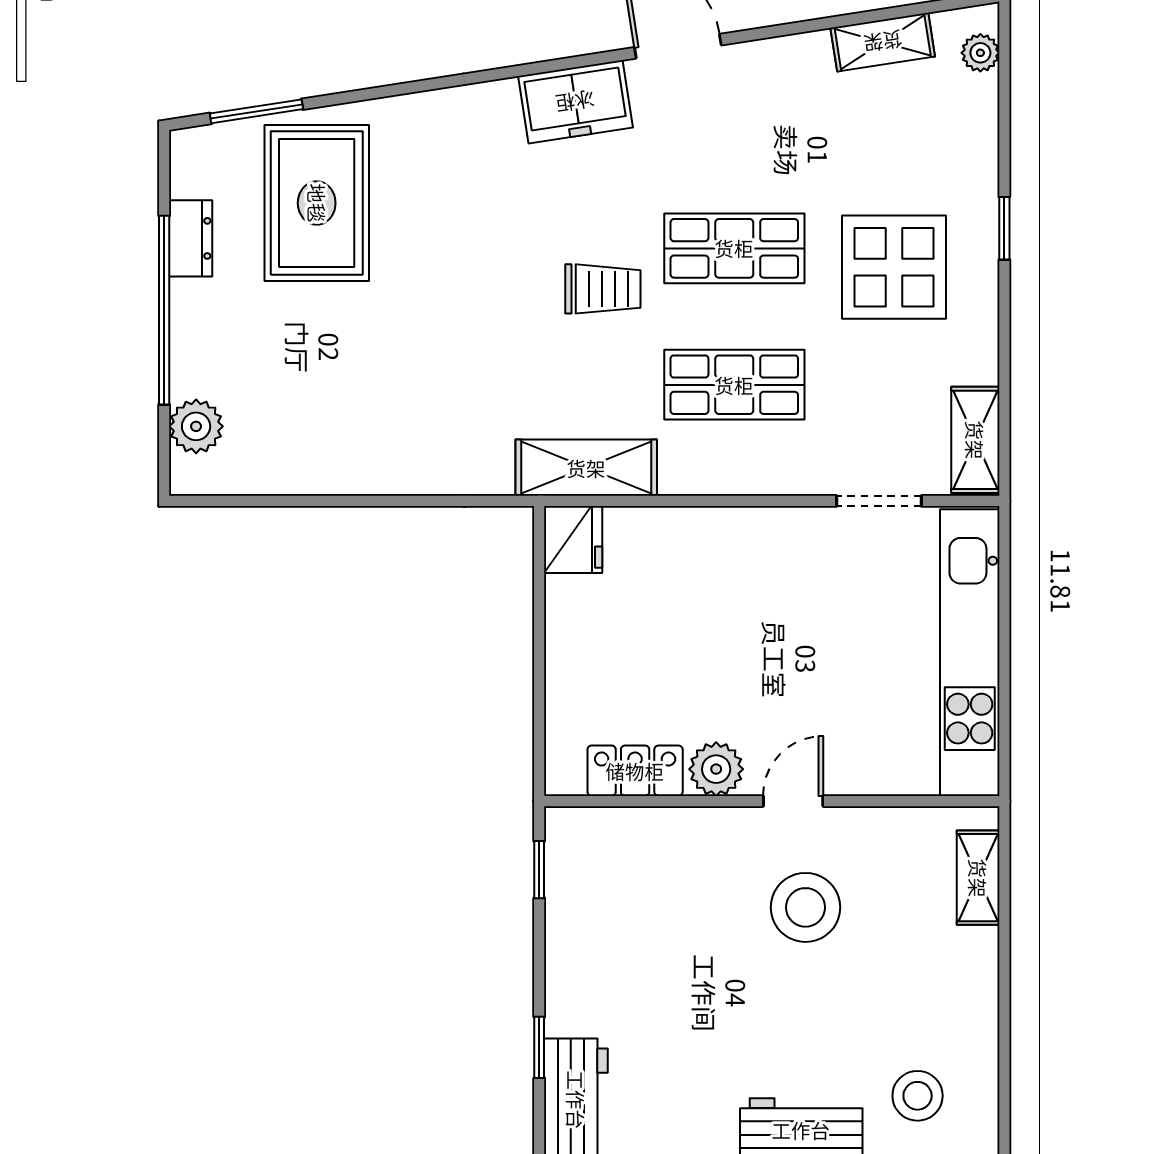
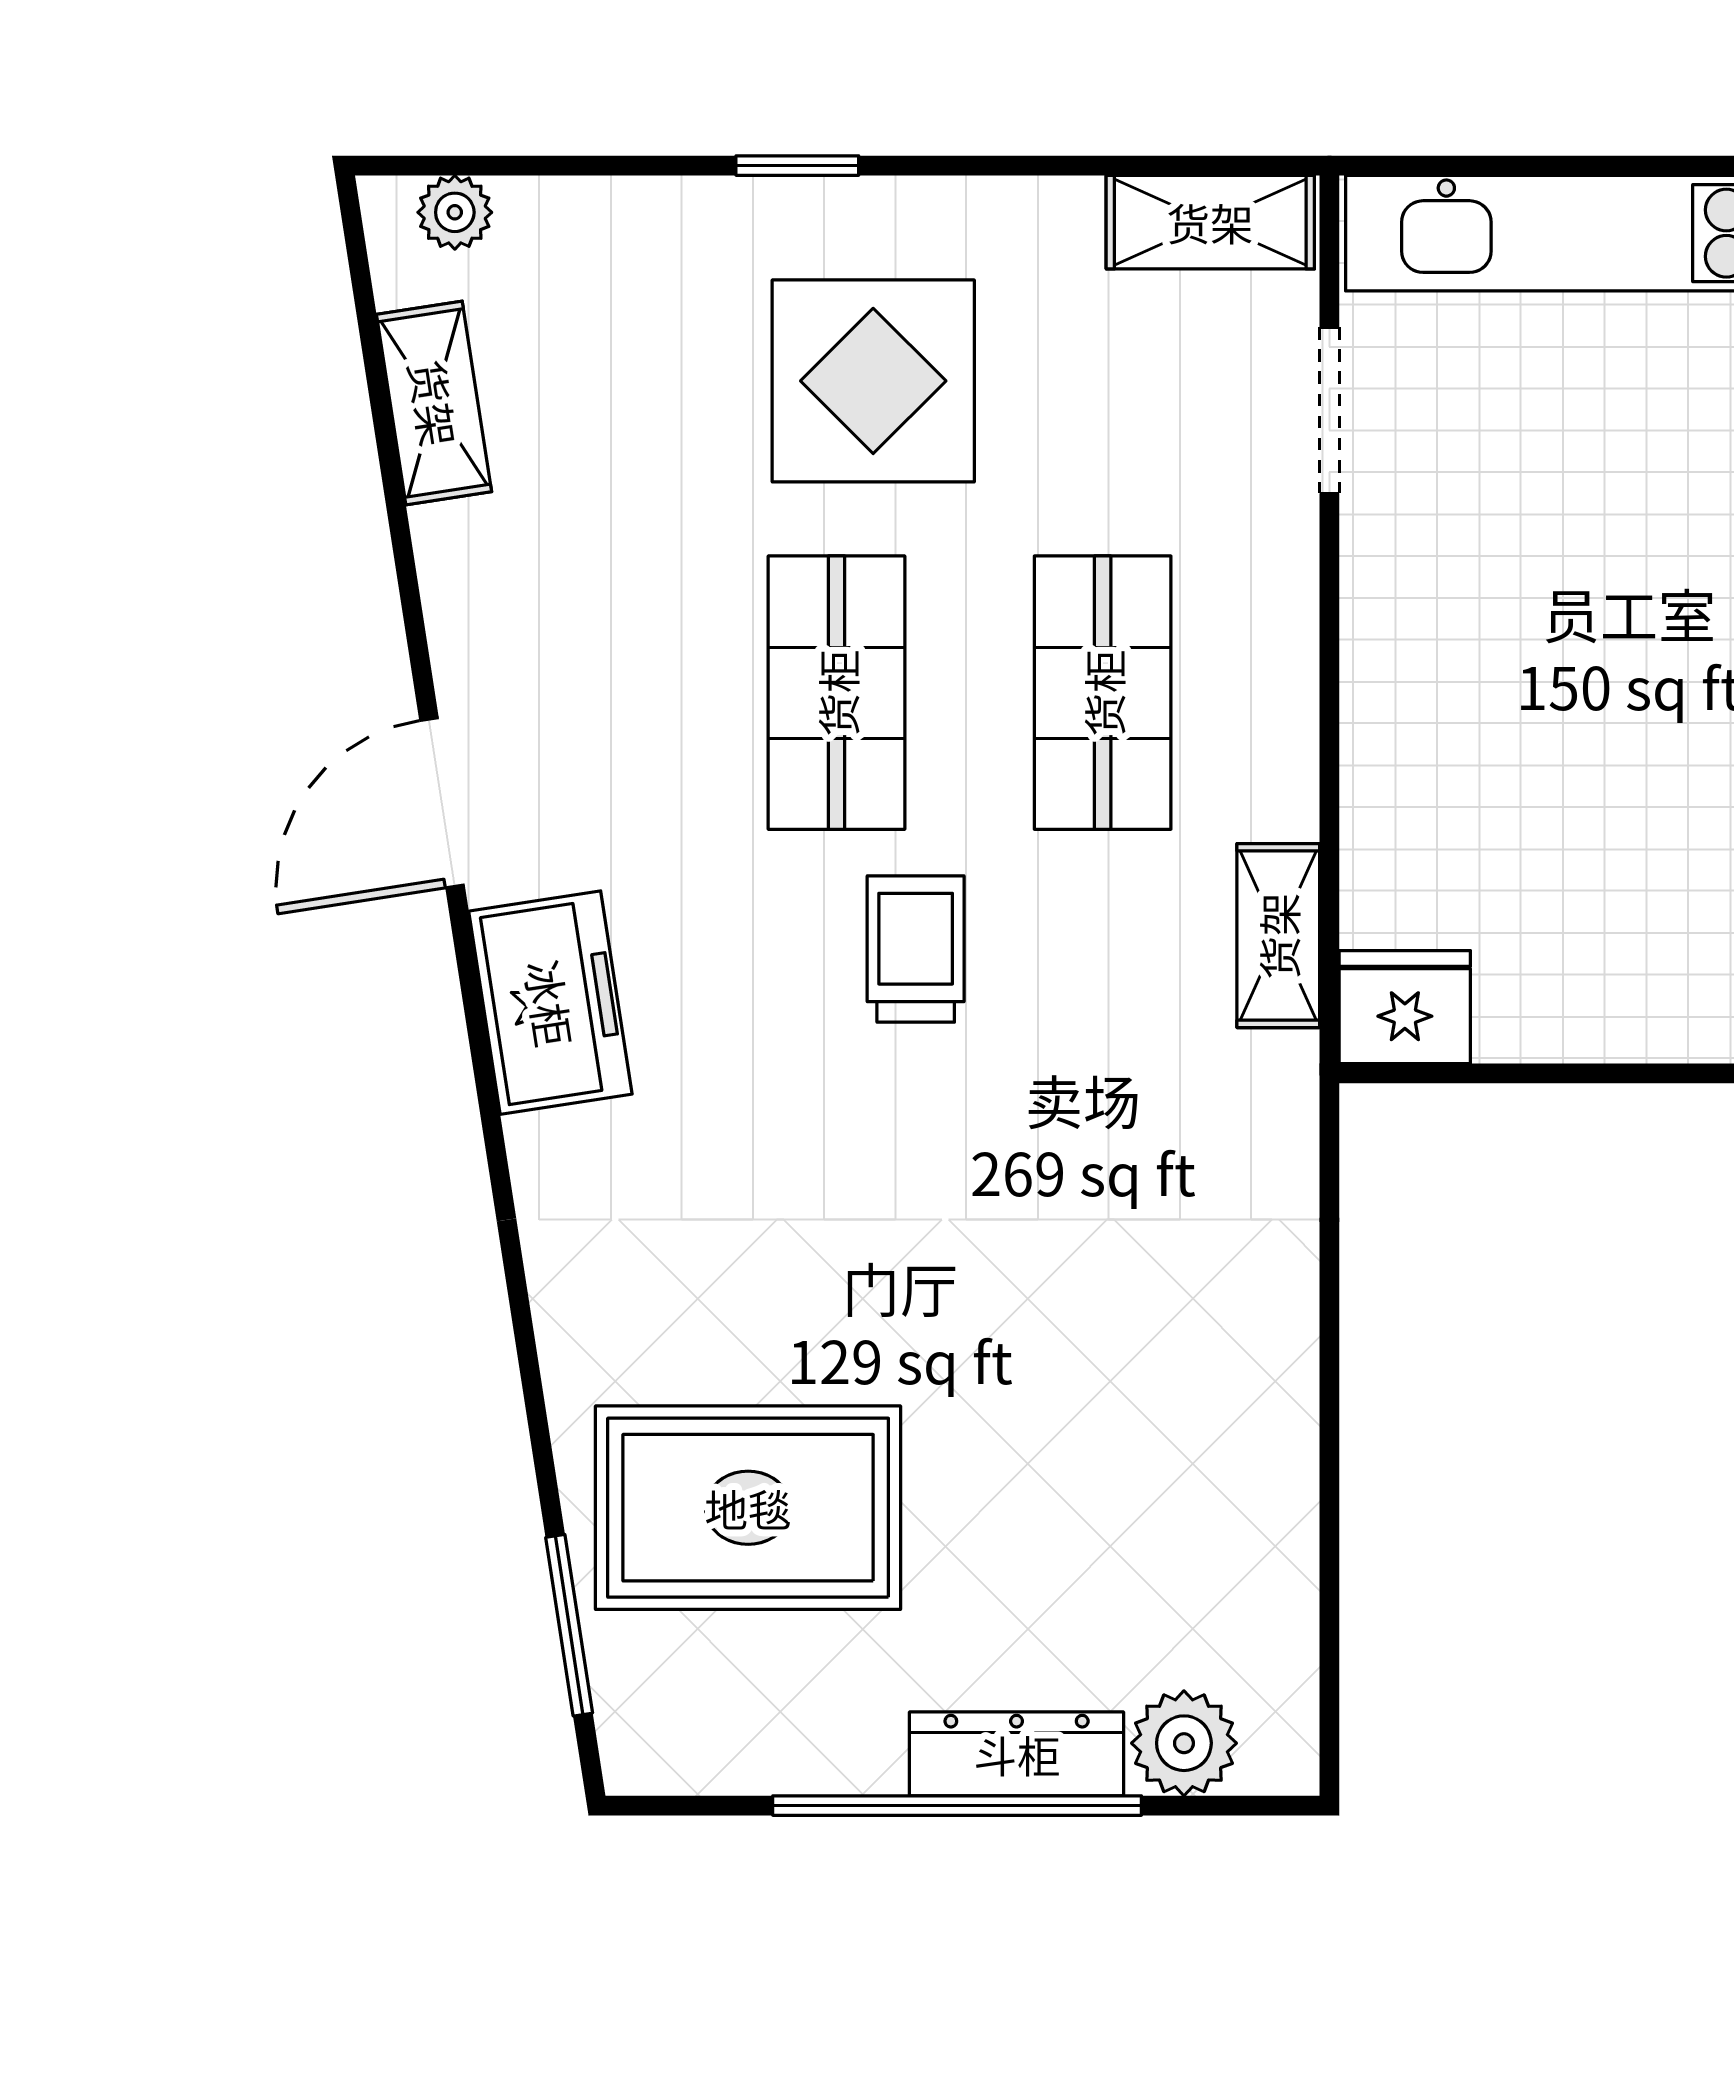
dresser: (191, 238) -> (1017, 1754), moved, width x1.44
shelving: (586, 468) -> (1278, 936), width x0.67, depth x0.75

